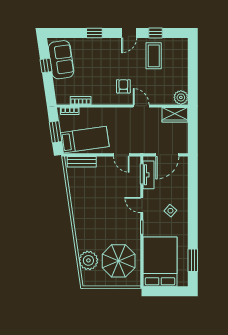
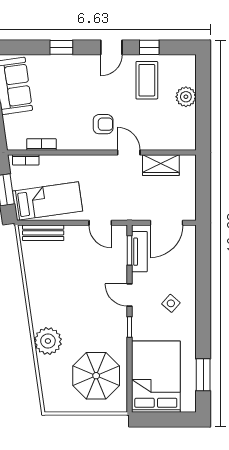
armchair: (123, 86) -> (103, 124), turned 90
plant: (181, 97) -> (186, 97), moved
wardrobe: (175, 115) -> (161, 165), moved
plant: (88, 260) -> (48, 341), moved

